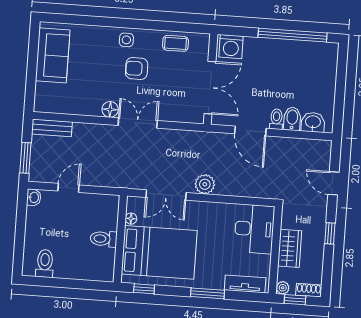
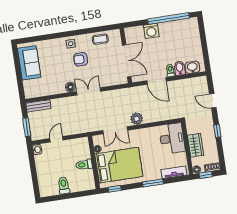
washing machine: (231, 47) -> (151, 31), moved
toilet: (45, 263) -> (64, 185), moved

